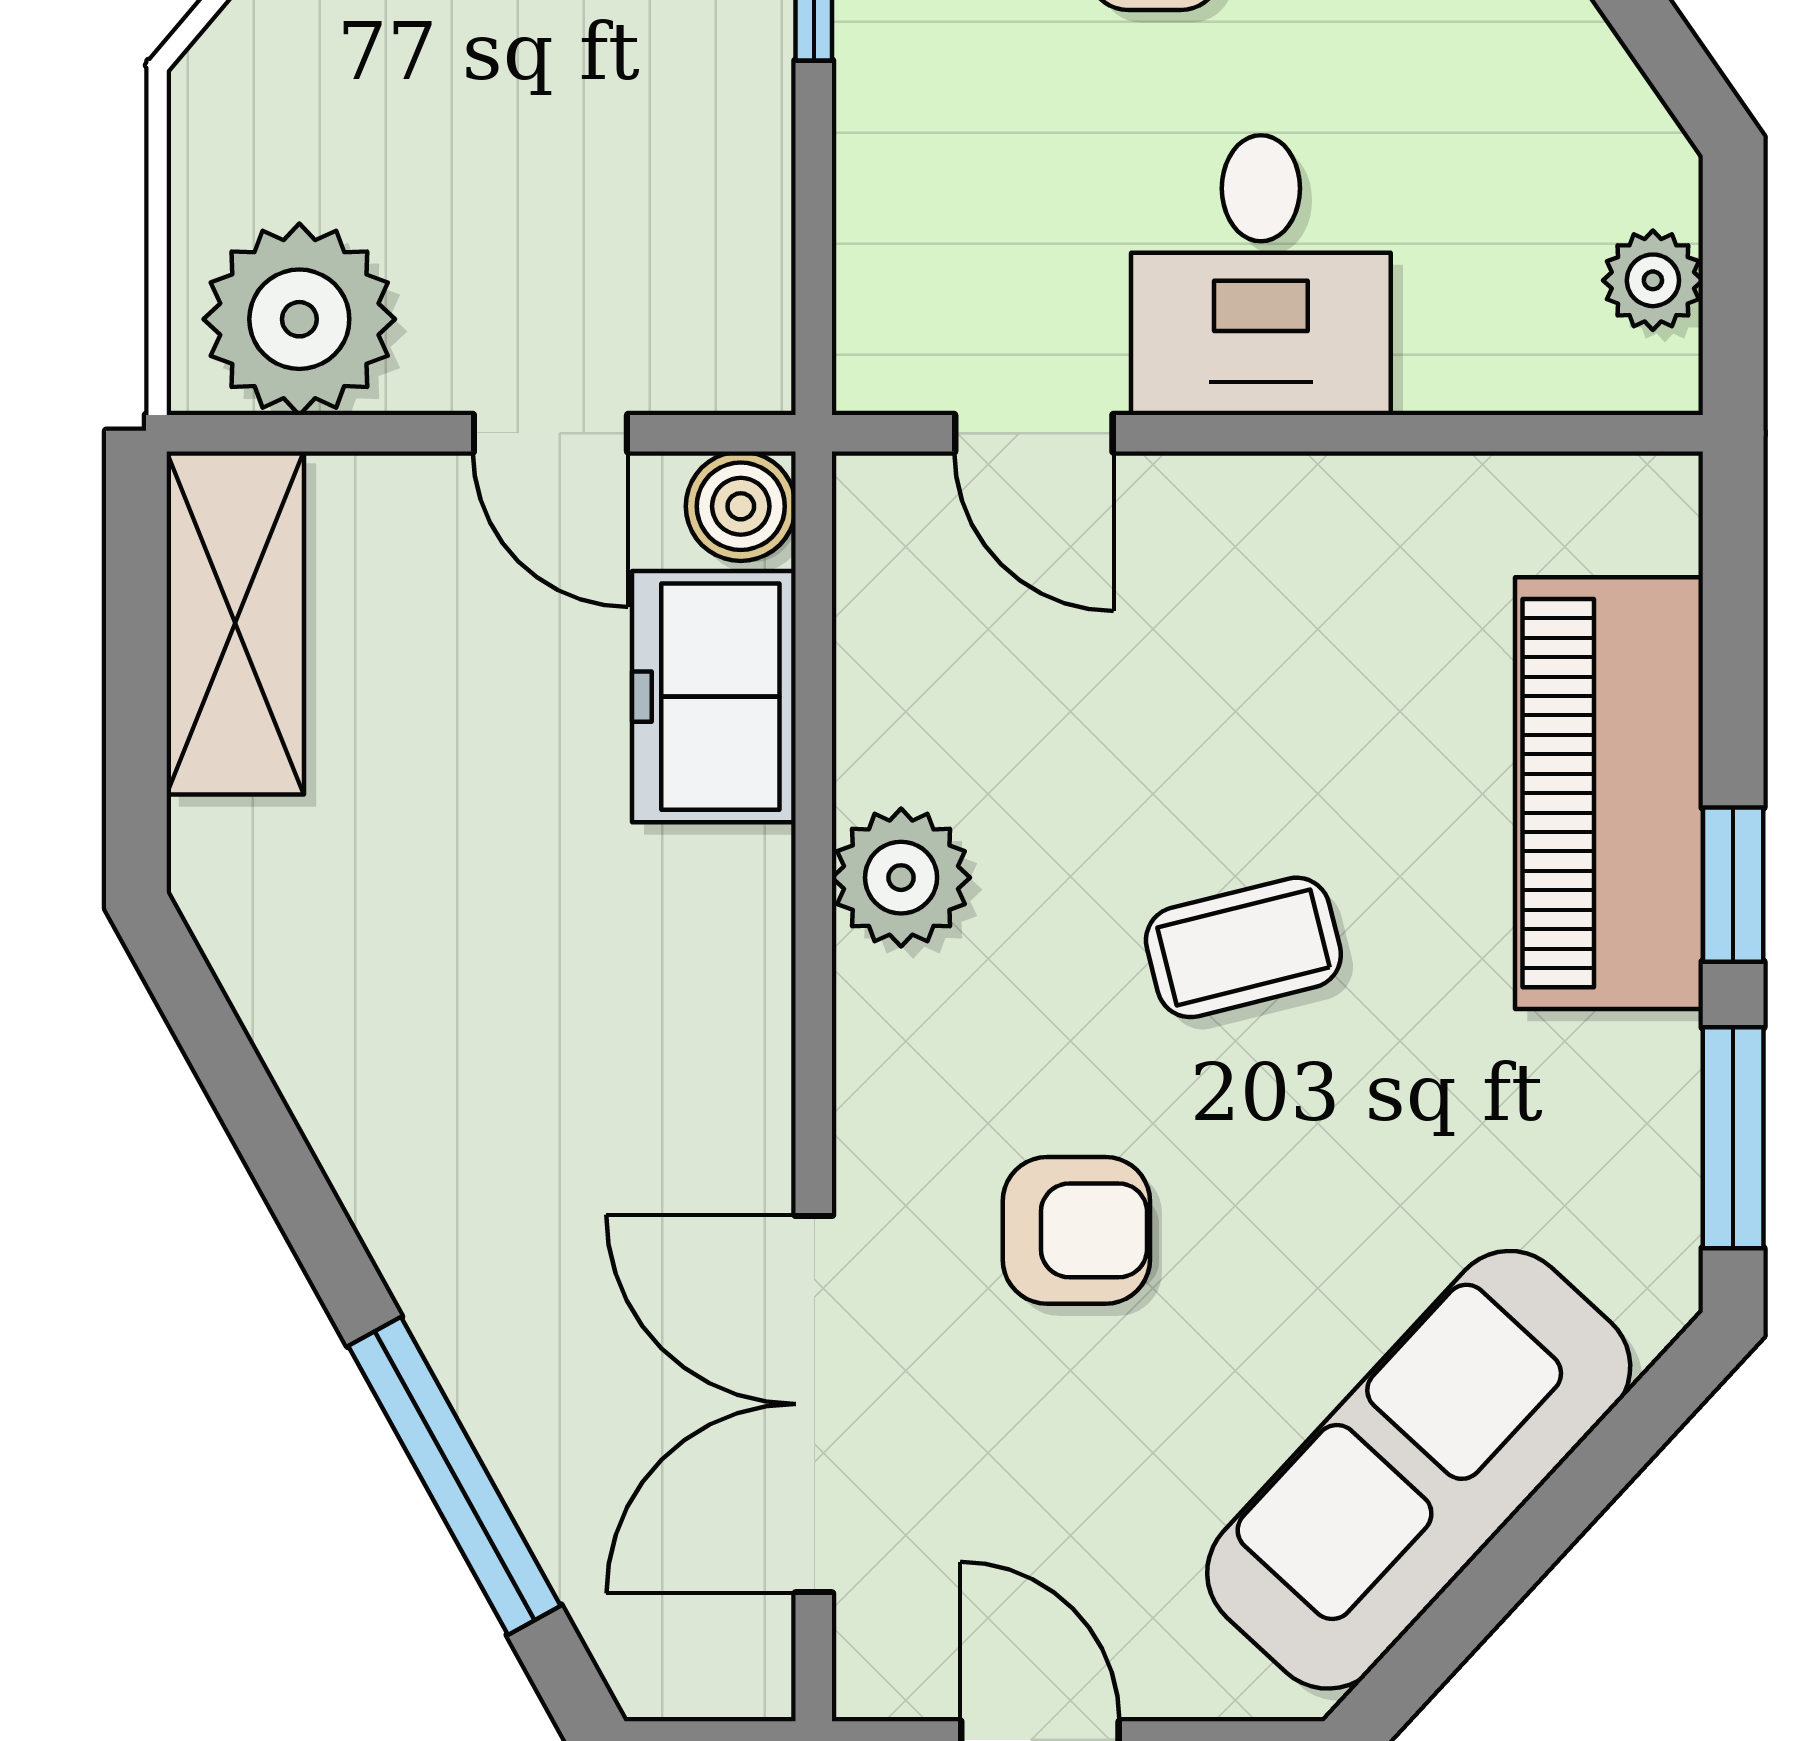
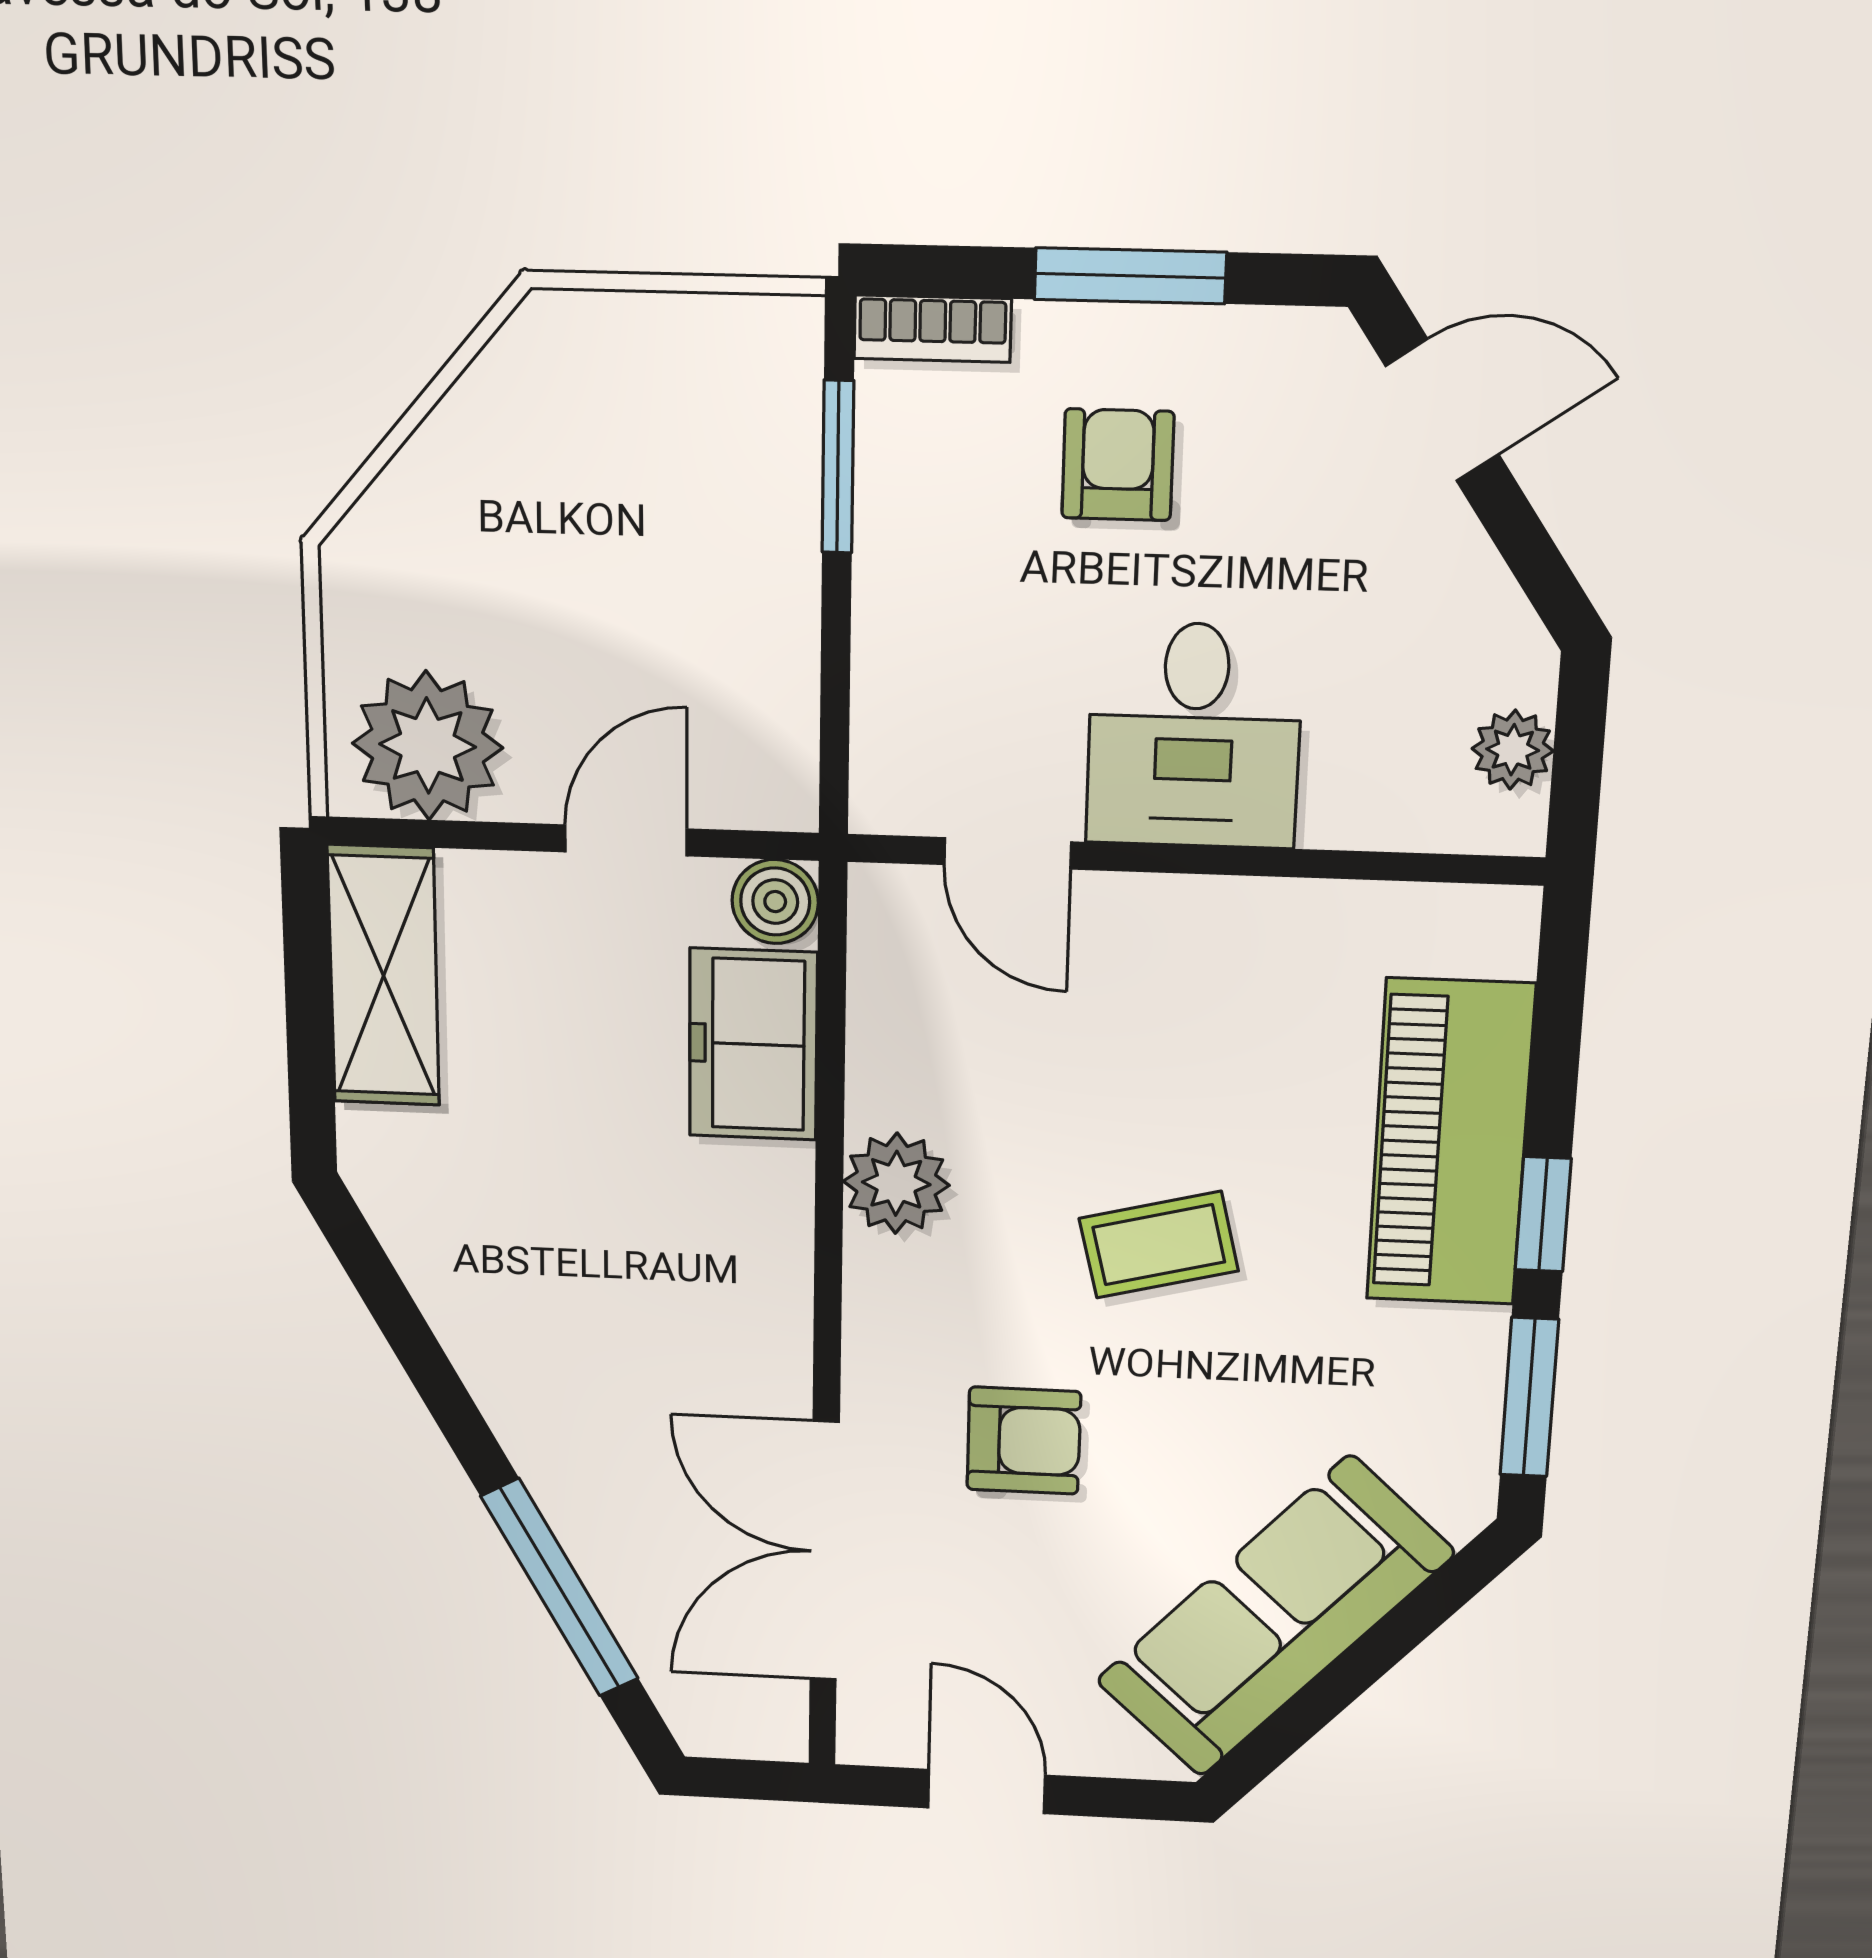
door: (550, 433) -> (626, 840), swing flipped

